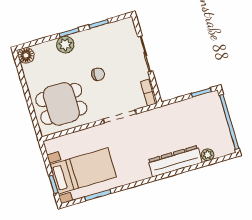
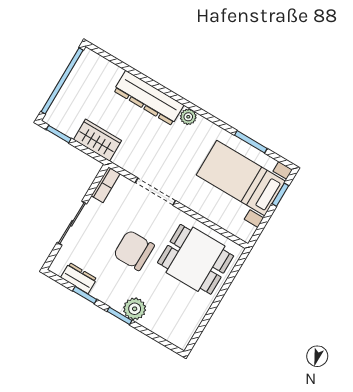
dresser: (111, 29) -> (79, 278), added
floor lamp: (26, 55) -> (181, 337), removed
chair: (98, 74) -> (134, 250), width x1.87, depth x1.87
wardrobe: (178, 111) -> (98, 140), added
plant: (208, 155) -> (188, 117), moved

